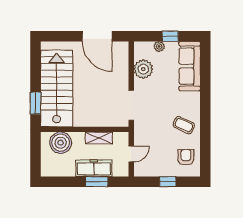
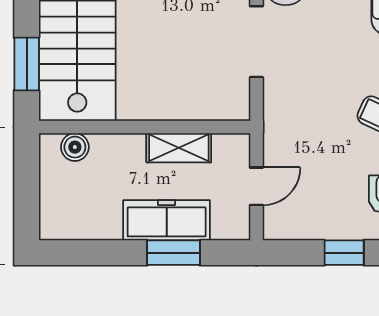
doorway: (131, 105) -> (256, 42), moved
boiler: (61, 143) -> (75, 147), width x0.54, depth x0.54

